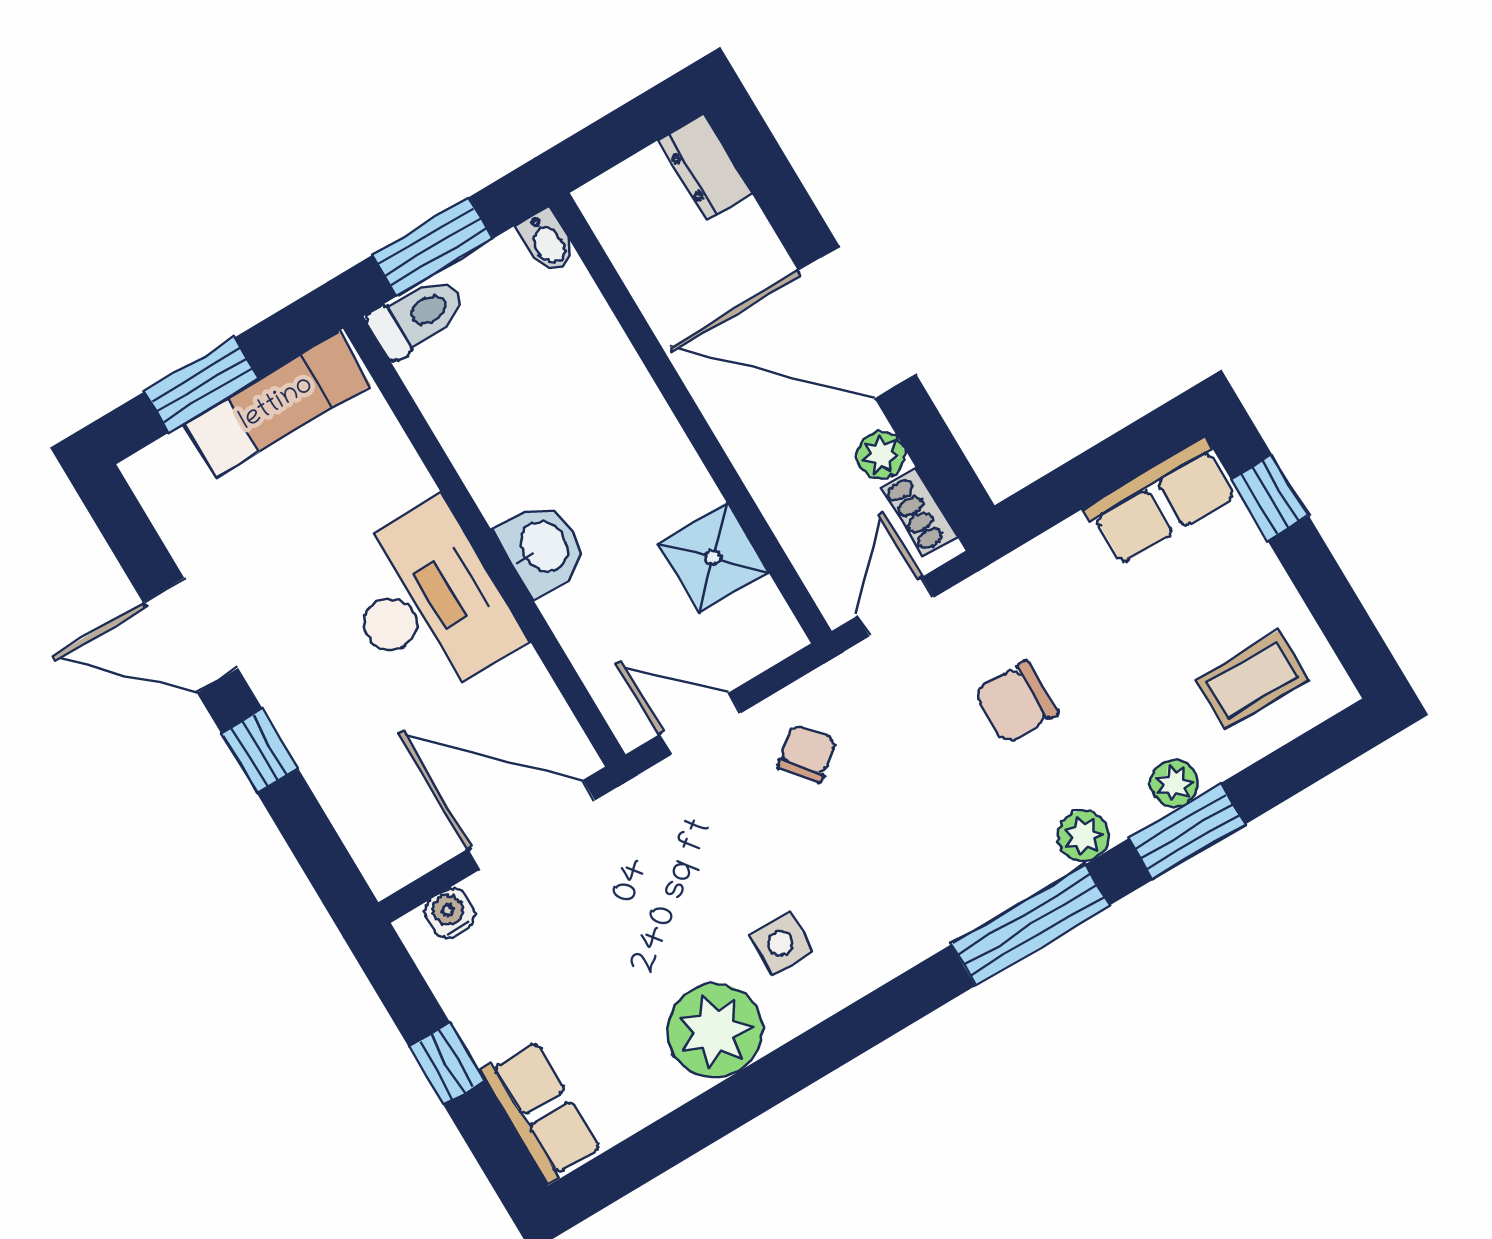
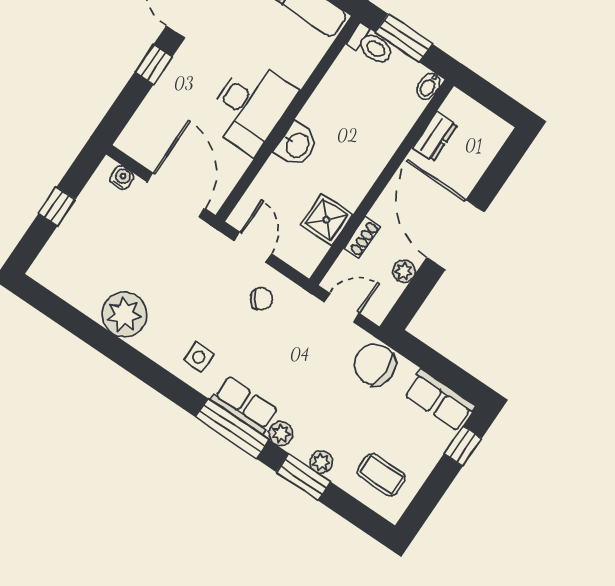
dresser: (705, 167) -> (435, 136), moved, turned 180
shoe rack: (919, 512) -> (362, 237), moved, turned 180
chair: (1016, 703) -> (375, 365), moved, width x1.37, depth x1.37
side table: (781, 943) -> (199, 357), moved
row of seats: (541, 1111) -> (245, 405), moved, turned -90

